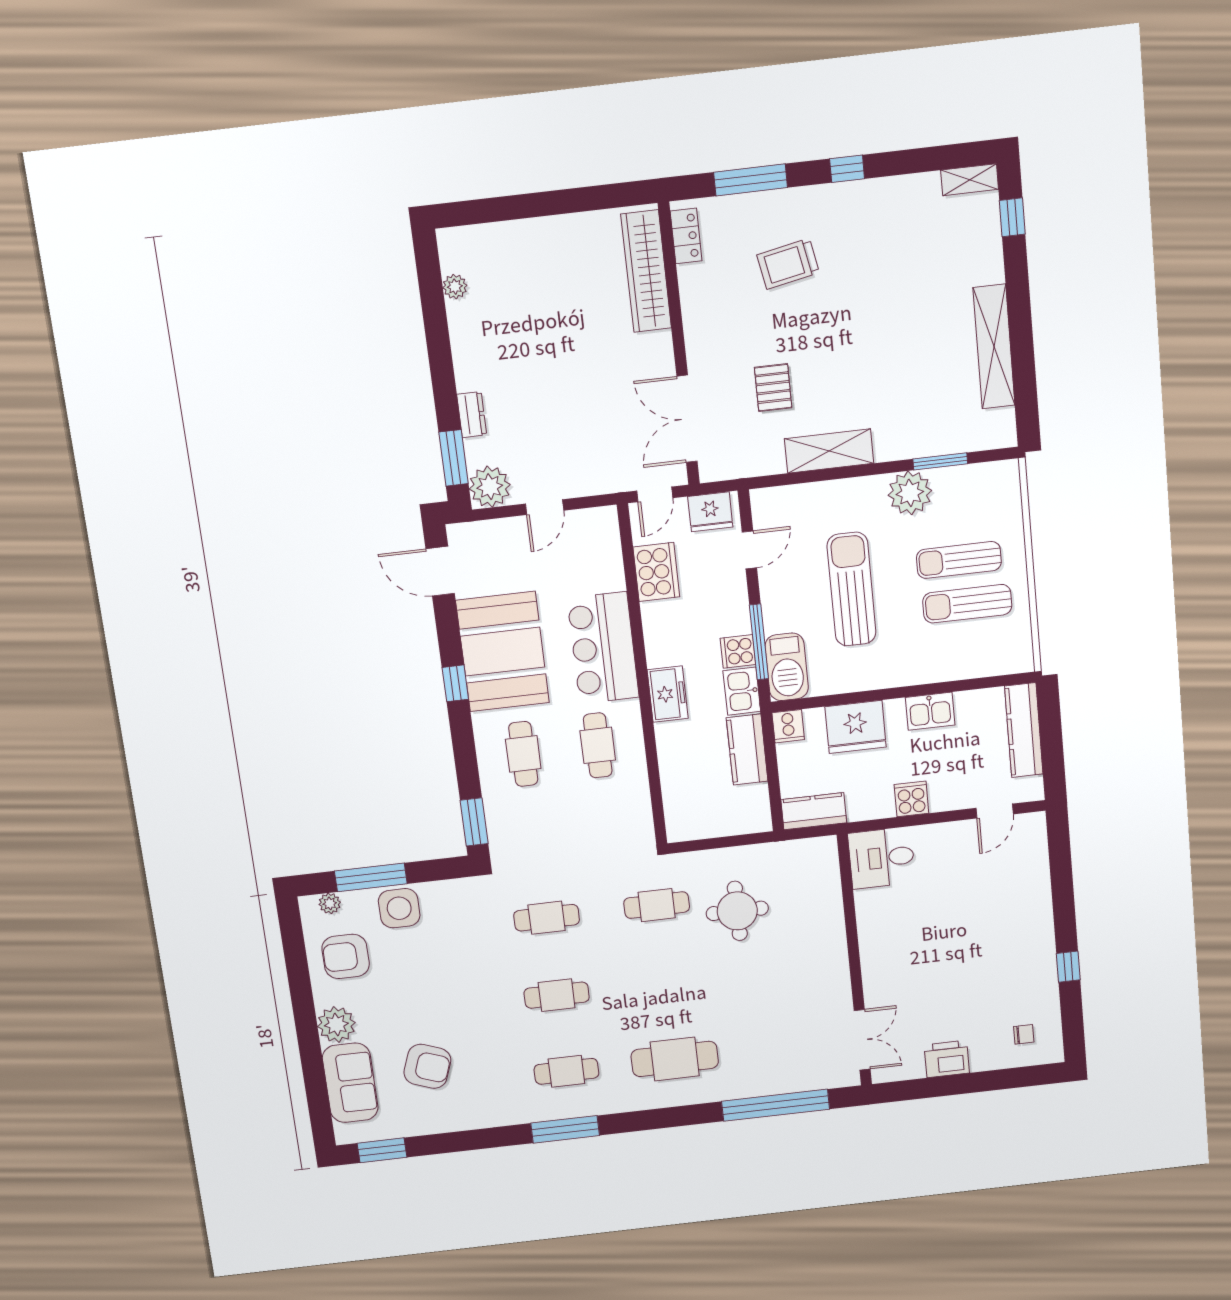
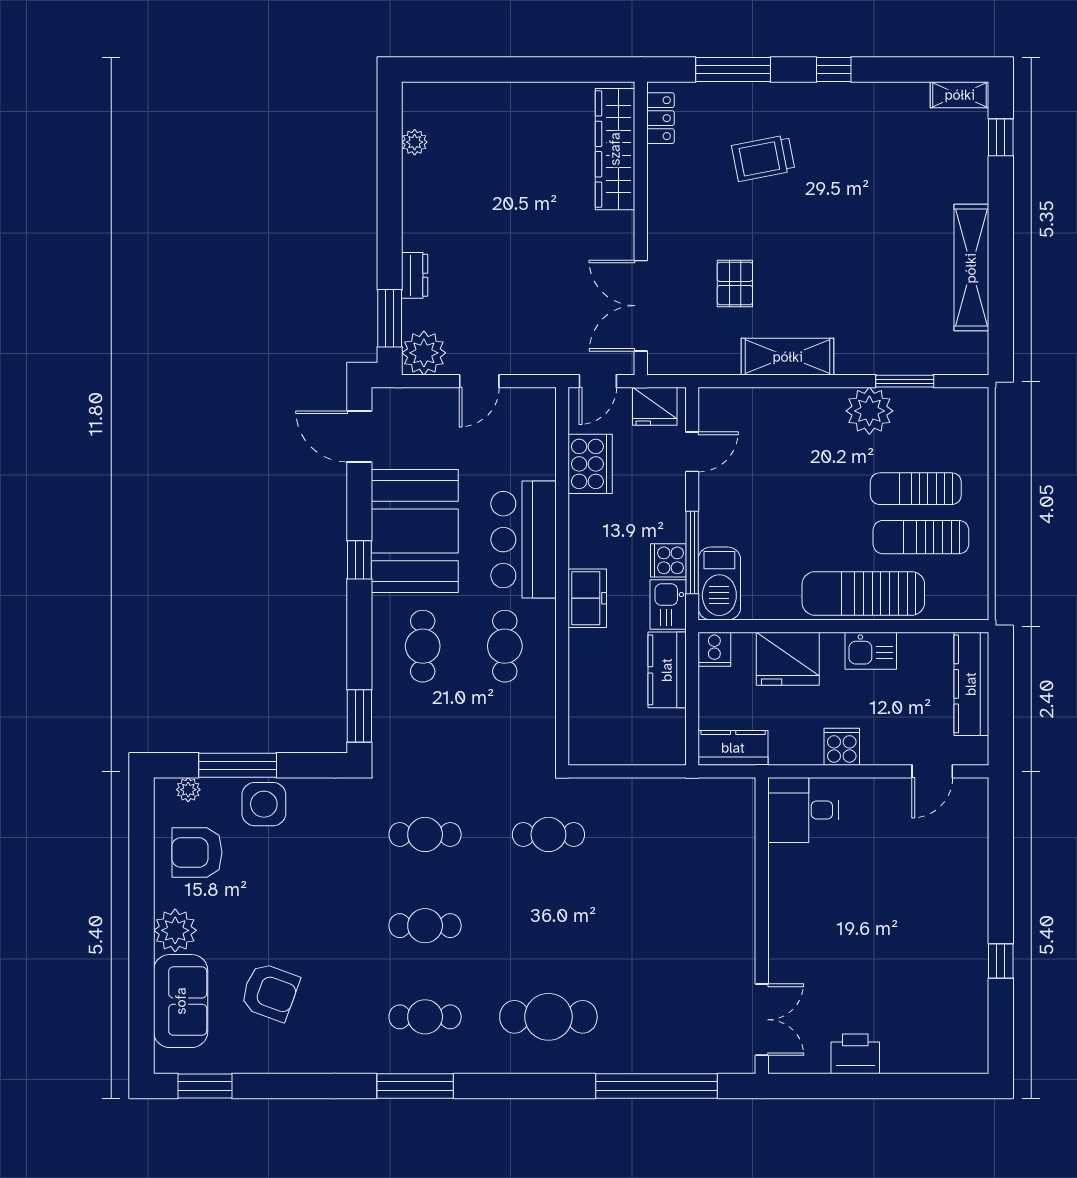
sun lounger: (852, 589) -> (863, 593), moved, turned -90
round table: (737, 911) -> (637, 852), removed
chair: (1024, 1034) -> (945, 1035), removed

